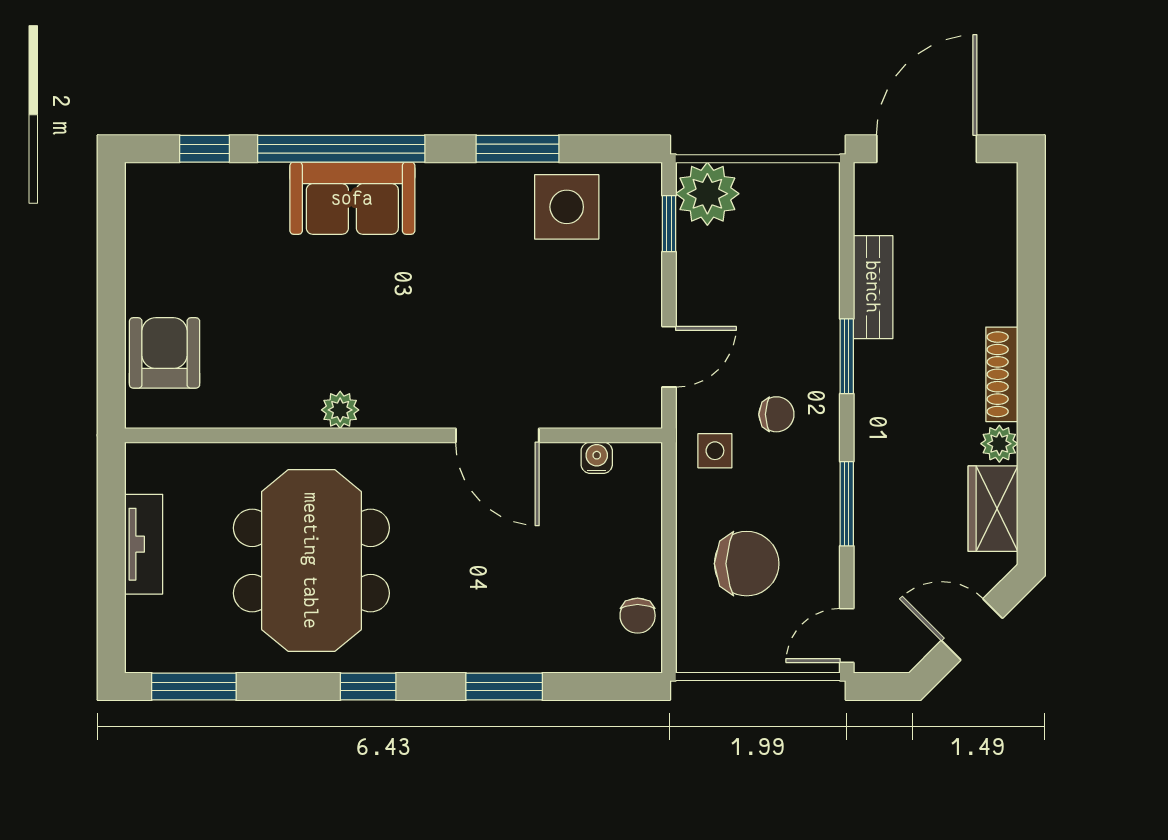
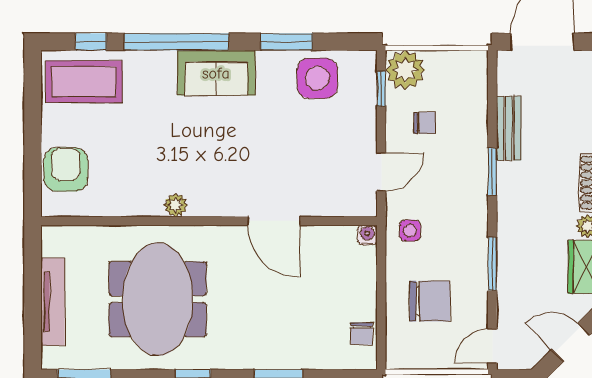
sofa: (352, 198) -> (216, 73), moved
coffee table: (193, 213) -> (84, 82), added
chair: (776, 414) -> (425, 123), moved
water cooler: (597, 458) -> (367, 235), moved
tv unit: (144, 544) -> (53, 302), width x1.41

